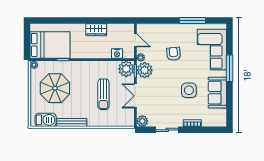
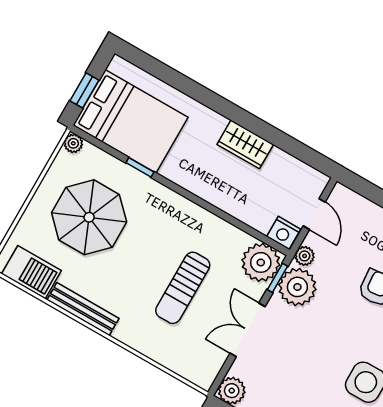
window: (27, 43) -> (84, 90), added
nightstand: (117, 53) -> (284, 233), moved

